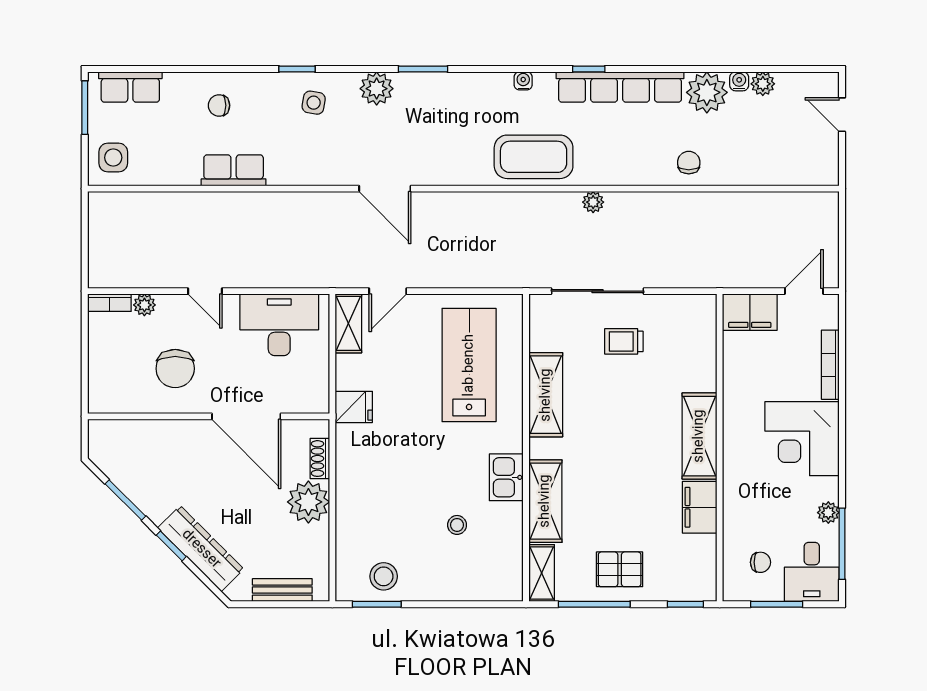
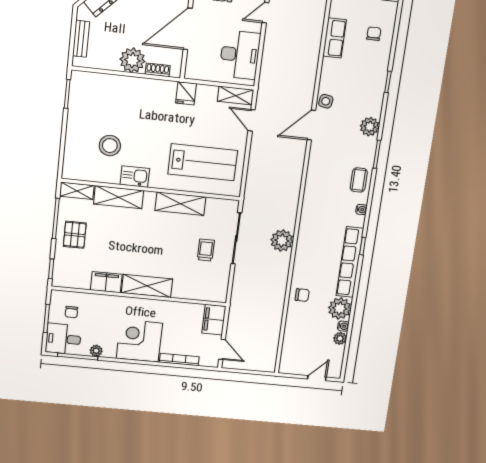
side table: (314, 103) -> (326, 101), moved
coffee table: (534, 157) -> (359, 180), moved, width x0.54, depth x0.58
plant: (593, 202) -> (282, 241), width x1.87, depth x1.87
stool: (457, 525) -> (110, 146), width x1.89, depth x1.89
stool: (384, 576) -> (84, 100), removed

